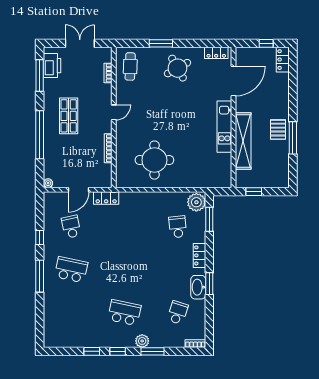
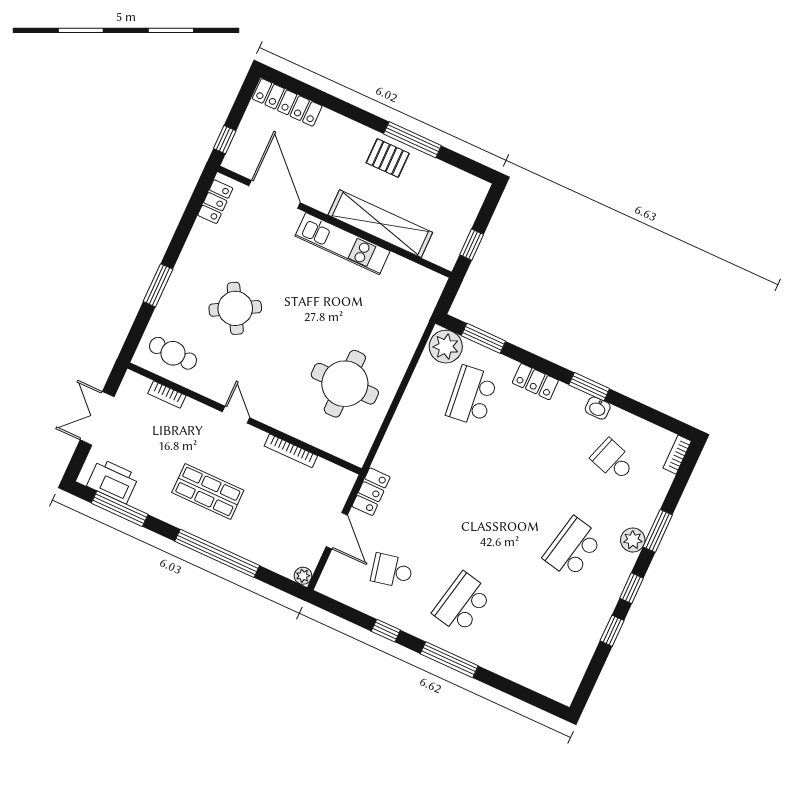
window: (266, 43) -> (225, 140), moved
locker: (283, 60) -> (287, 102), width x1.53
round table: (177, 68) -> (235, 308), moved
school desk: (178, 227) -> (472, 396), width x1.85
washbasin: (198, 287) -> (598, 408), width x0.52, depth x0.69

